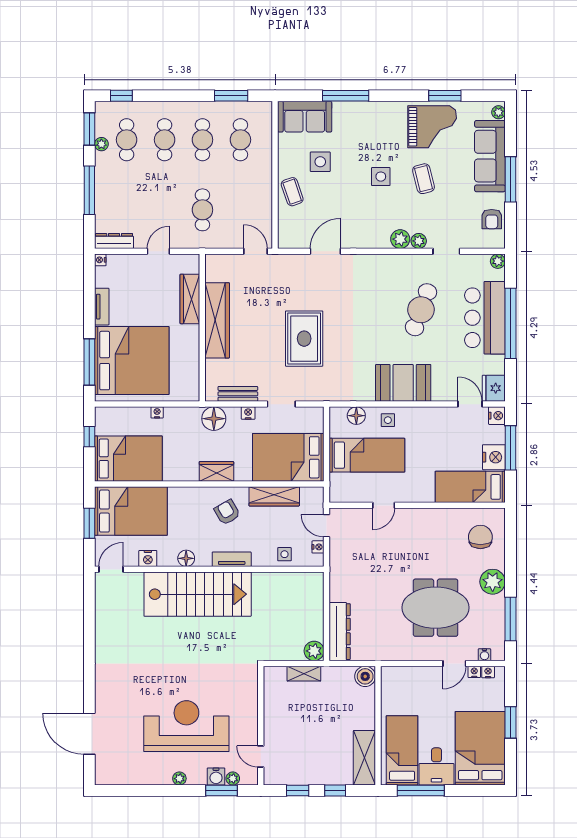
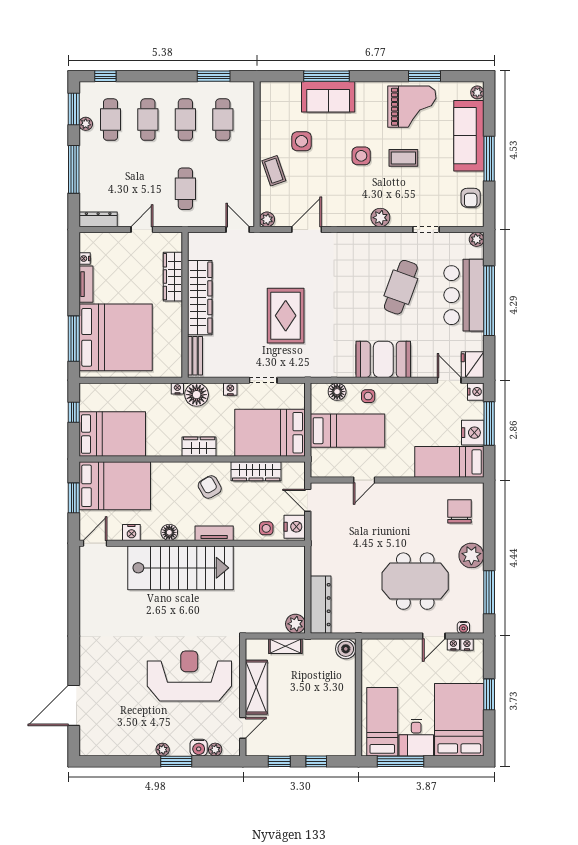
sofa: (305, 117) -> (328, 97), moved
coffee table: (424, 179) -> (403, 158), turned -76
plant: (419, 241) -> (267, 219), moved
nightstand: (100, 260) -> (85, 259), moved
bench: (238, 394) -> (195, 356), moved, turned 90
nightstand: (157, 412) -> (177, 388), moved
nightstand: (318, 547) -> (295, 527), width x1.89, depth x1.79
reception desk: (186, 726) -> (189, 676), moved
door: (89, 734) -> (74, 705), hinge flipped
door: (261, 757) -> (243, 728), swing flipped
shelving: (364, 758) -> (256, 687), moved
window: (221, 790) -> (176, 761), moved

